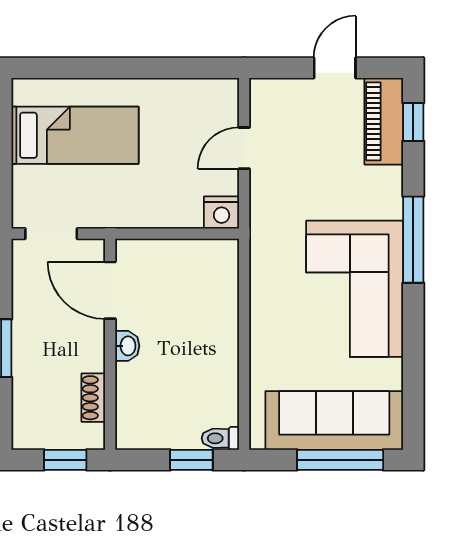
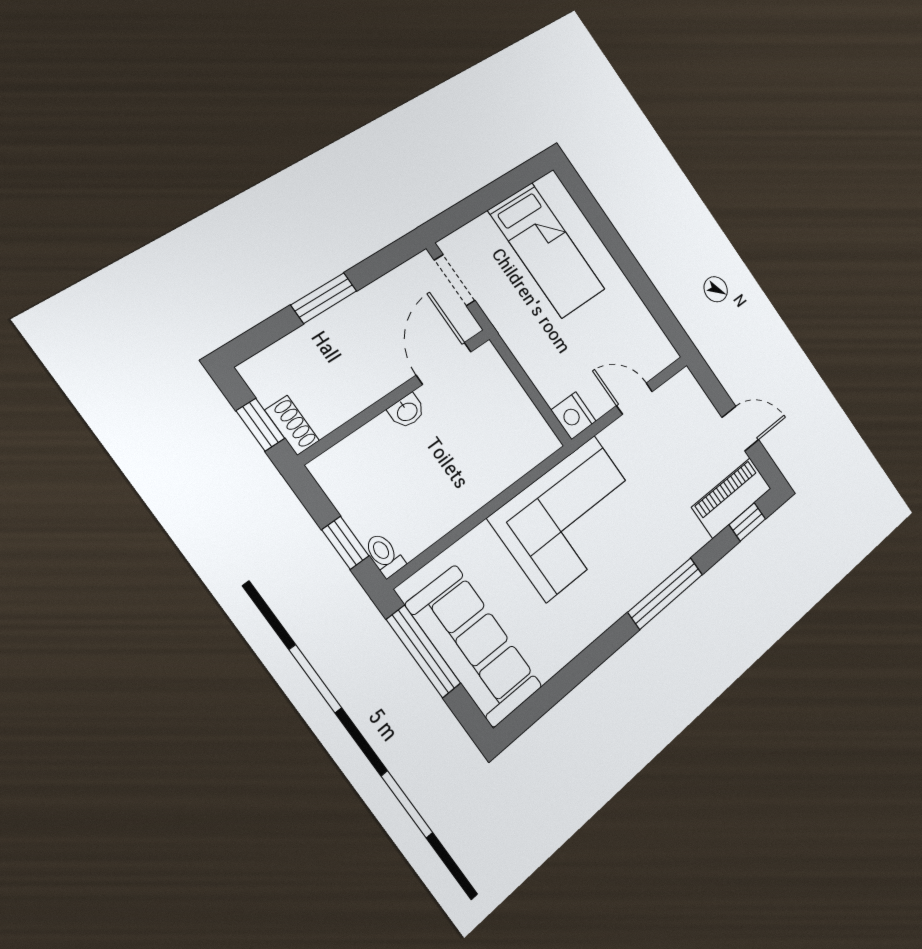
corner sofa: (355, 289) -> (571, 518), moved, turned 180
shoe rack: (93, 398) -> (292, 425), moved, turned 90
window: (340, 460) -> (423, 651), moved

